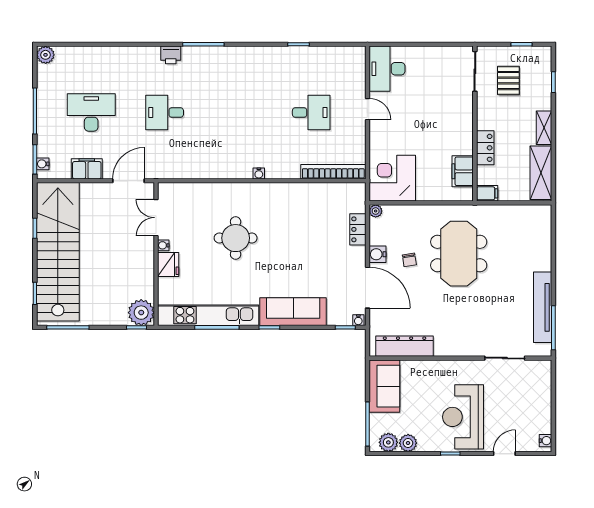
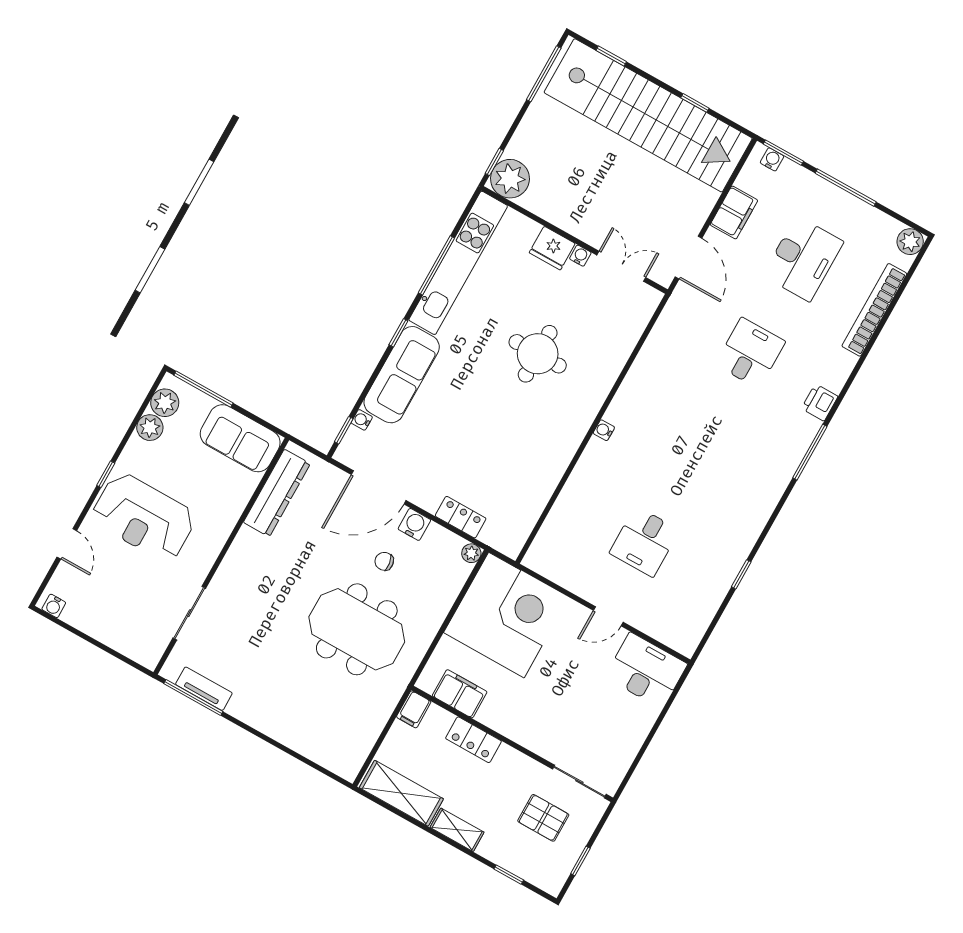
bookcase: (333, 172) -> (874, 310), moved, turned 180
corner desk: (392, 178) -> (506, 615), width x1.36, depth x1.36
tv unit: (543, 307) -> (204, 689), width x0.52, depth x0.78
water cooler: (358, 320) -> (362, 420), moved
reception desk: (463, 417) -> (144, 517), turned 180

